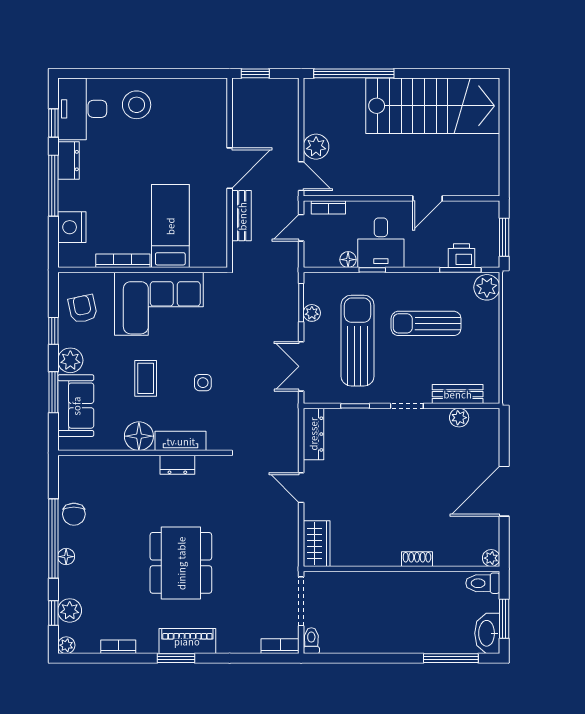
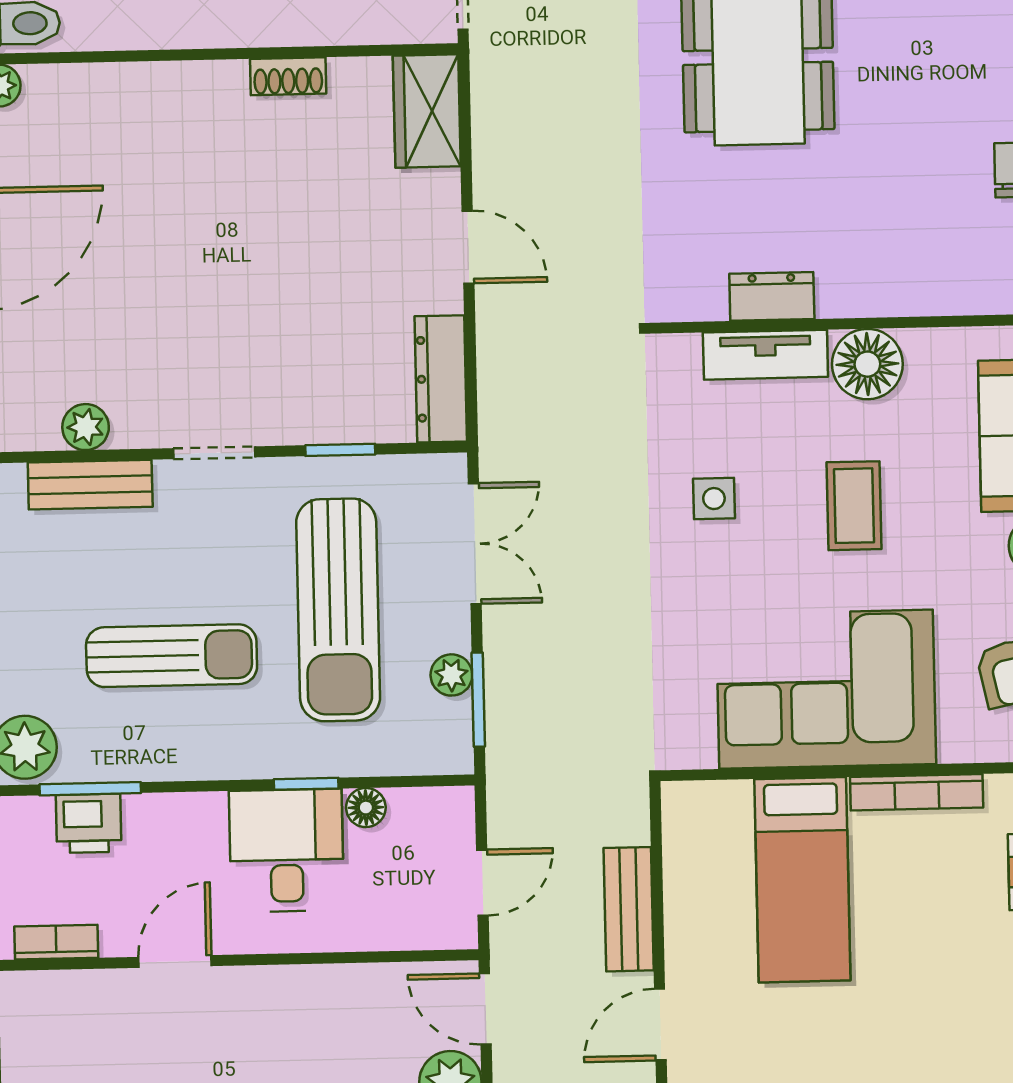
door: (230, 168) -> (660, 1025), width x0.73
bookcase: (328, 207) -> (56, 942), moved
shoe rack: (417, 559) -> (288, 76), moved

